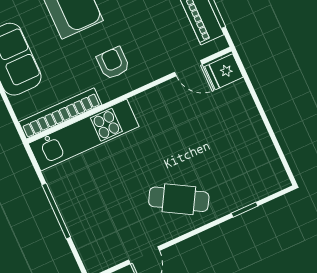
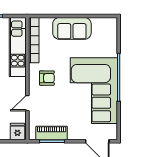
door: (188, 68) -> (27, 103), moved

